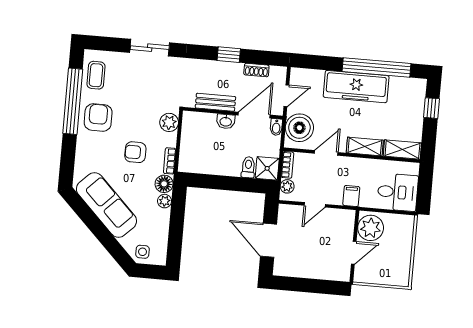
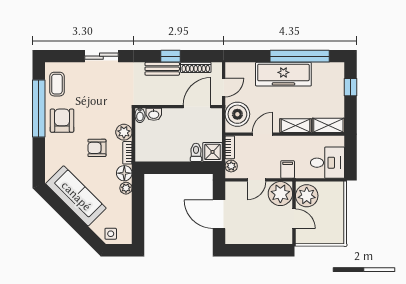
shoe rack: (256, 70) -> (196, 67), width x1.43
bench: (215, 102) -> (162, 69), moved
washbasin: (226, 121) -> (154, 114), moved
plant: (169, 122) -> (124, 132), moved
bidet: (276, 127) -> (140, 115), moved
plant: (341, 223) -> (280, 194), added
door: (354, 253) -> (294, 219), hinge flipped

